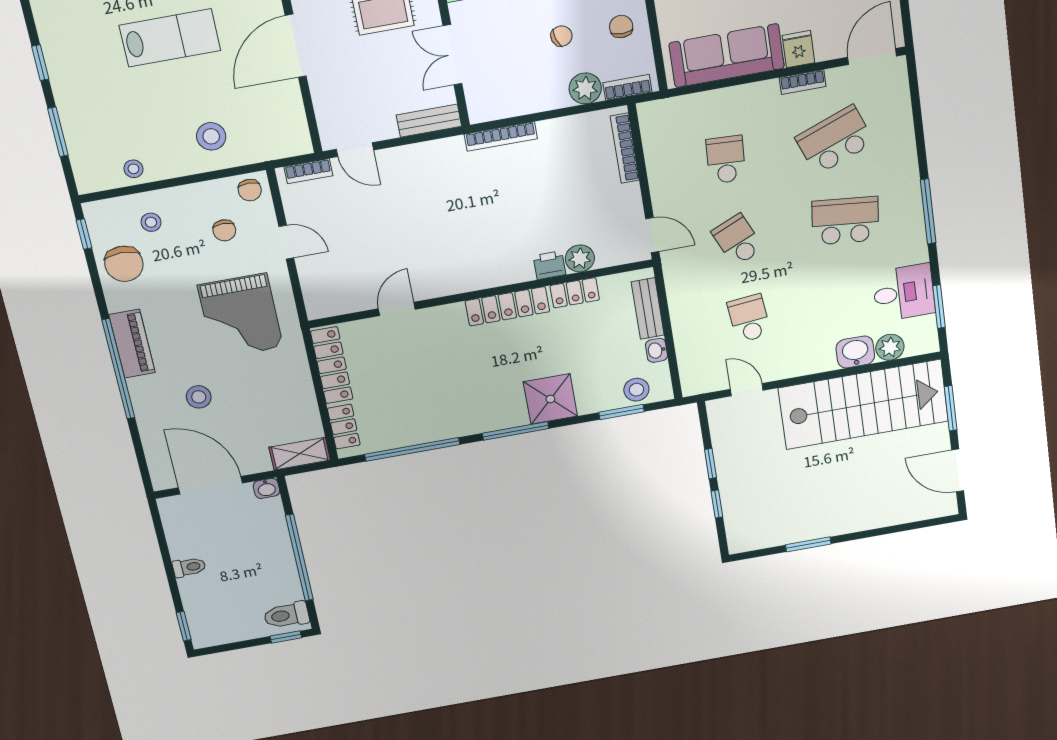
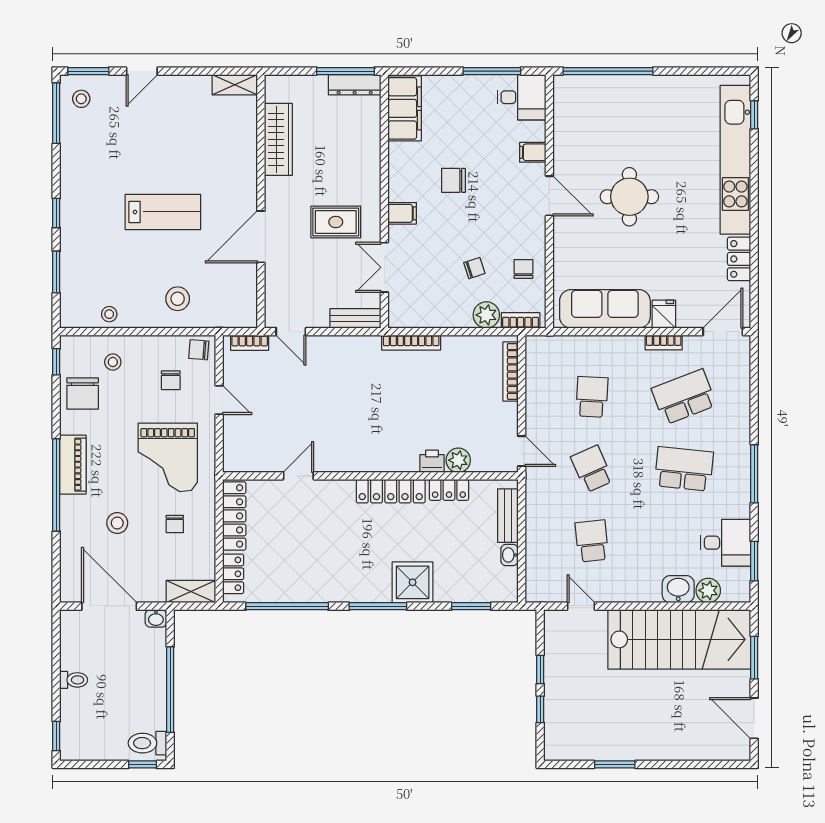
chair: (250, 190) -> (199, 350), turned 94
chair: (265, 386) -> (175, 524), added
stool: (636, 390) -> (487, 588), removed

